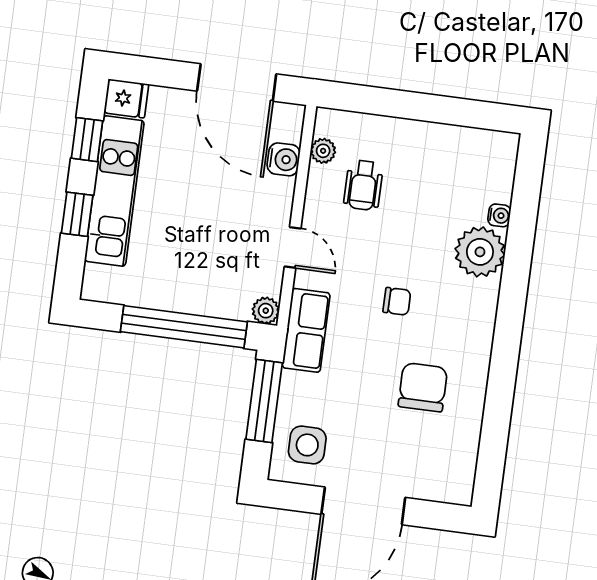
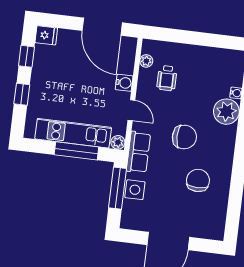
water cooler: (284, 159) -> (124, 83), moved
kitchen unit: (114, 191) -> (73, 133), moved, turned -90
chair: (397, 301) -> (184, 137), width x1.87, depth x1.87
window: (184, 327) -> (76, 151), width x0.68
side table: (307, 445) -> (135, 190), moved

